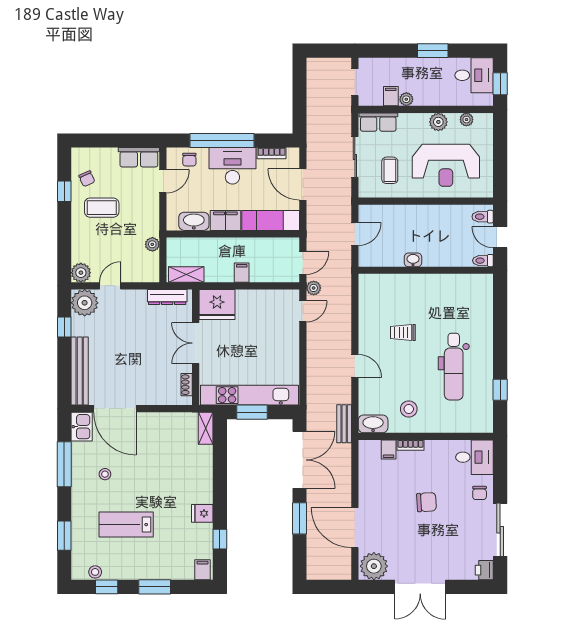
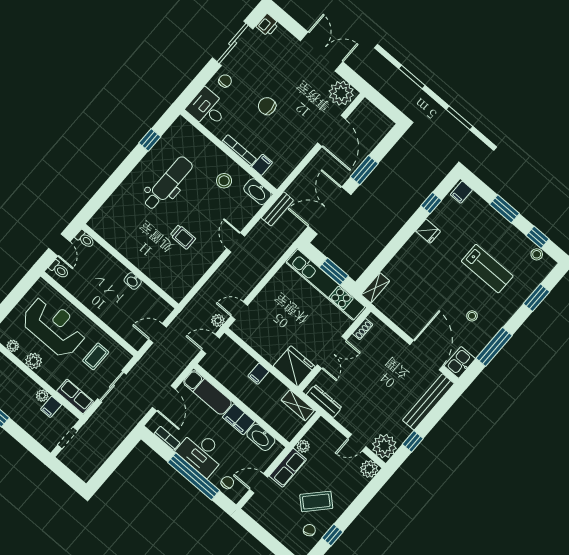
row of seats: (139, 157) -> (288, 468), moved, turned 90
coffee table: (102, 208) -> (316, 501), turned -47
bookcase: (411, 445) -> (239, 150), width x1.56

